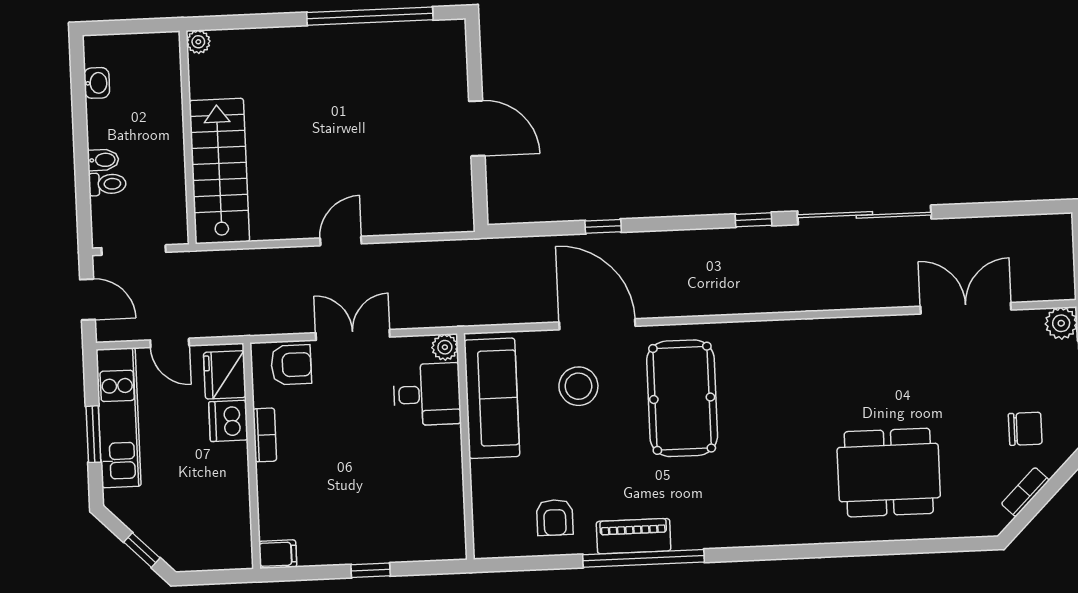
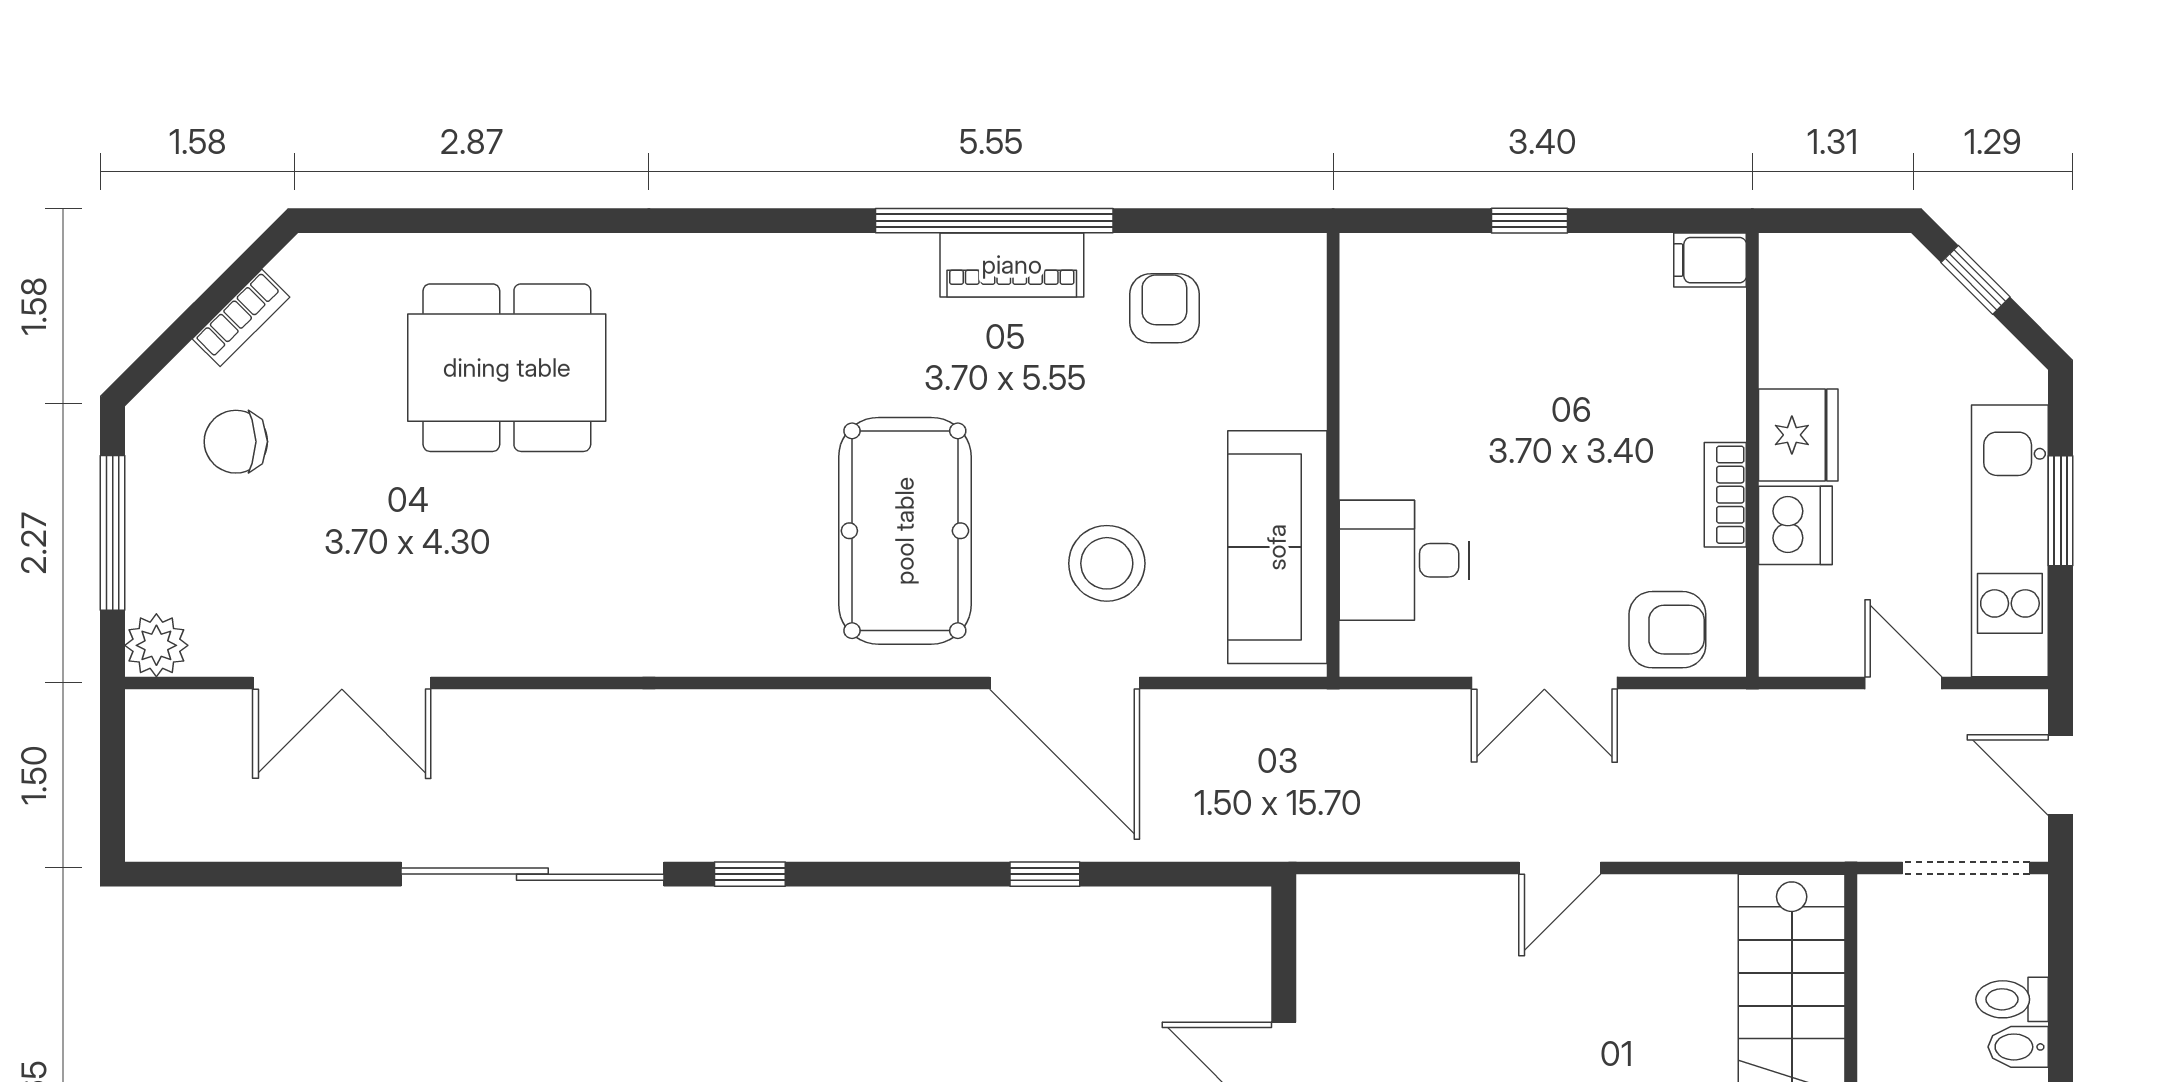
plant: (445, 347) -> (1365, 651), removed
armchair: (291, 365) -> (1667, 630), turned 180
fridge: (225, 375) -> (1798, 435), moved

